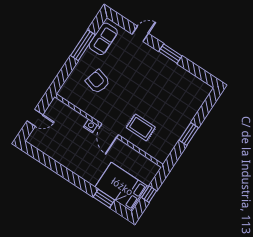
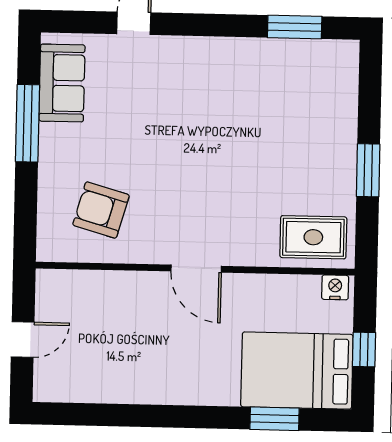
window: (170, 54) -> (295, 27), moved
armchair: (98, 82) -> (101, 210), moved
nightstand: (91, 126) -> (335, 287), moved
rug: (141, 127) -> (313, 237), moved

